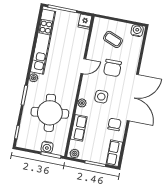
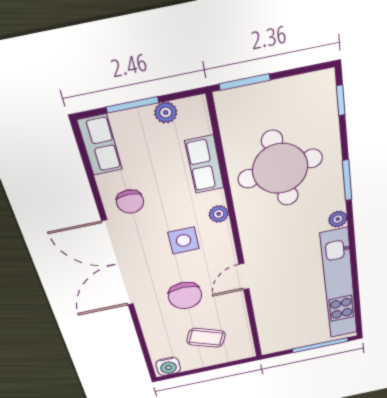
fridge: (85, 22) -> (271, 343), removed
chair: (112, 68) -> (185, 296), turned 180
water cooler: (47, 147) -> (260, 96), removed
plant: (74, 154) -> (166, 113), moved

